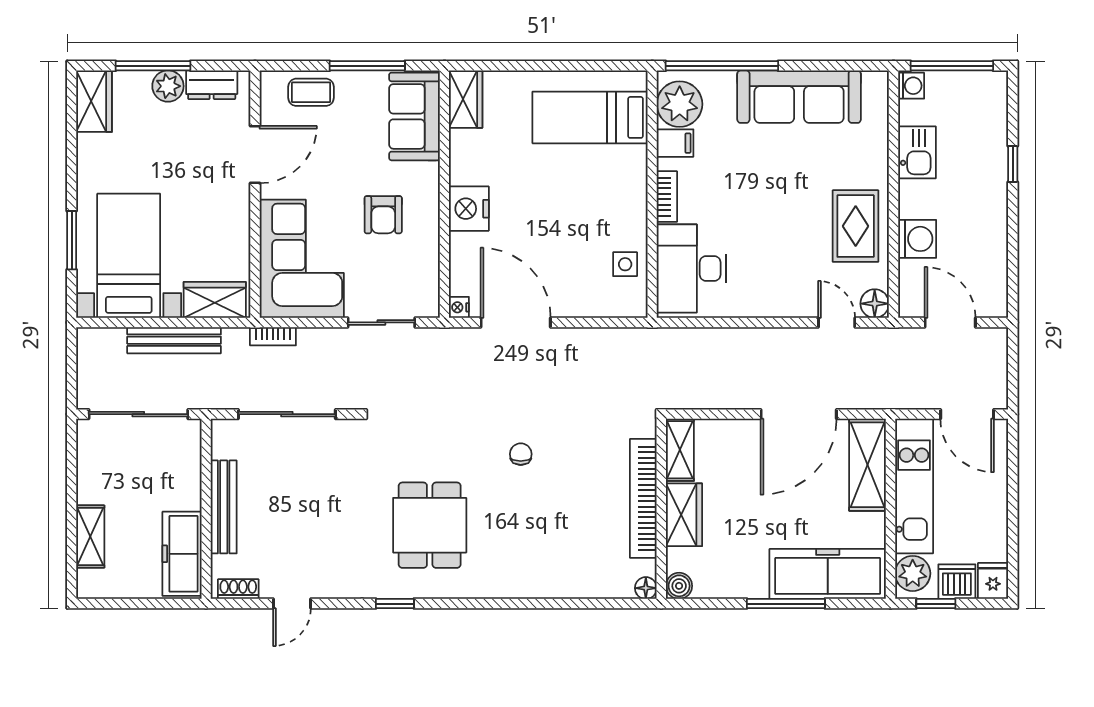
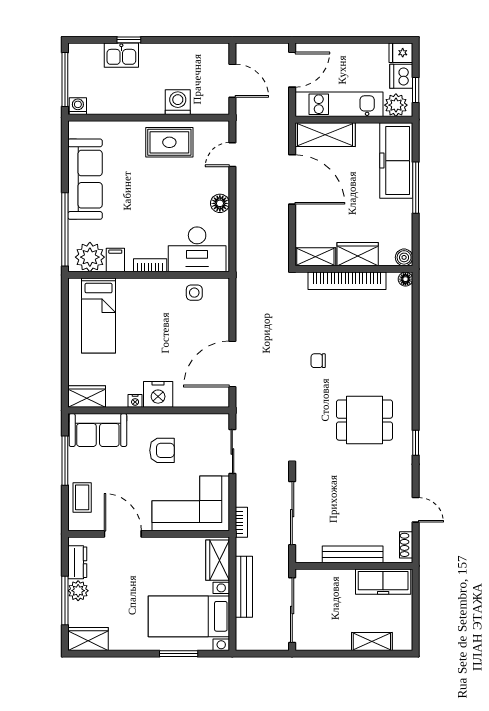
kitchen sink: (917, 152) -> (121, 55), moved, turned 180
floor lamp: (875, 304) -> (220, 203), moved
nightstand: (459, 307) -> (135, 401), moved
door: (950, 322) -> (232, 81), swing flipped

